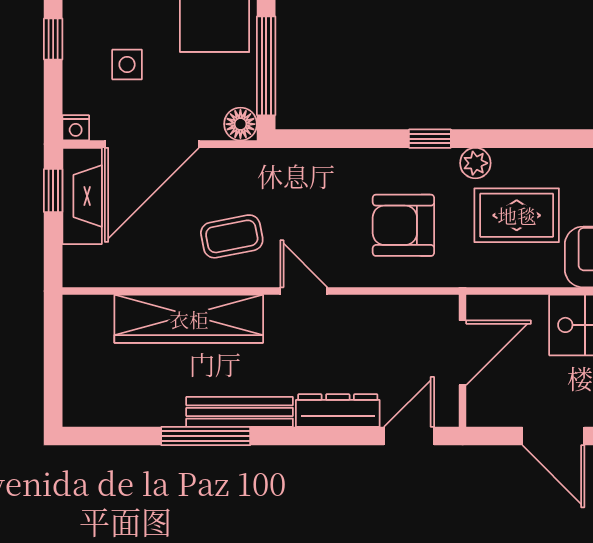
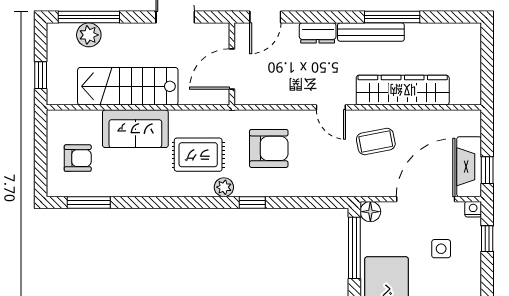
window: (53, 39) -> (487, 239), moved
dresser: (338, 410) -> (318, 33), width x0.70

